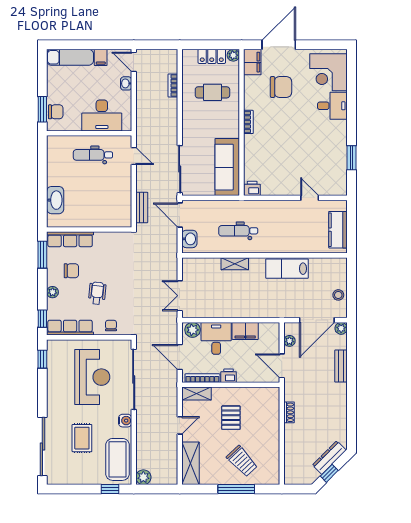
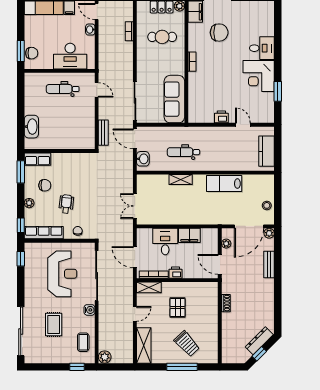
corner desk: (329, 72) -> (259, 76), moved
printer: (252, 188) -> (221, 117), moved
row of seats: (70, 239) -> (37, 159), width x0.68
plant: (193, 330) -> (146, 234), removed
coffee table: (118, 459) -> (83, 342), width x0.54, depth x0.58

